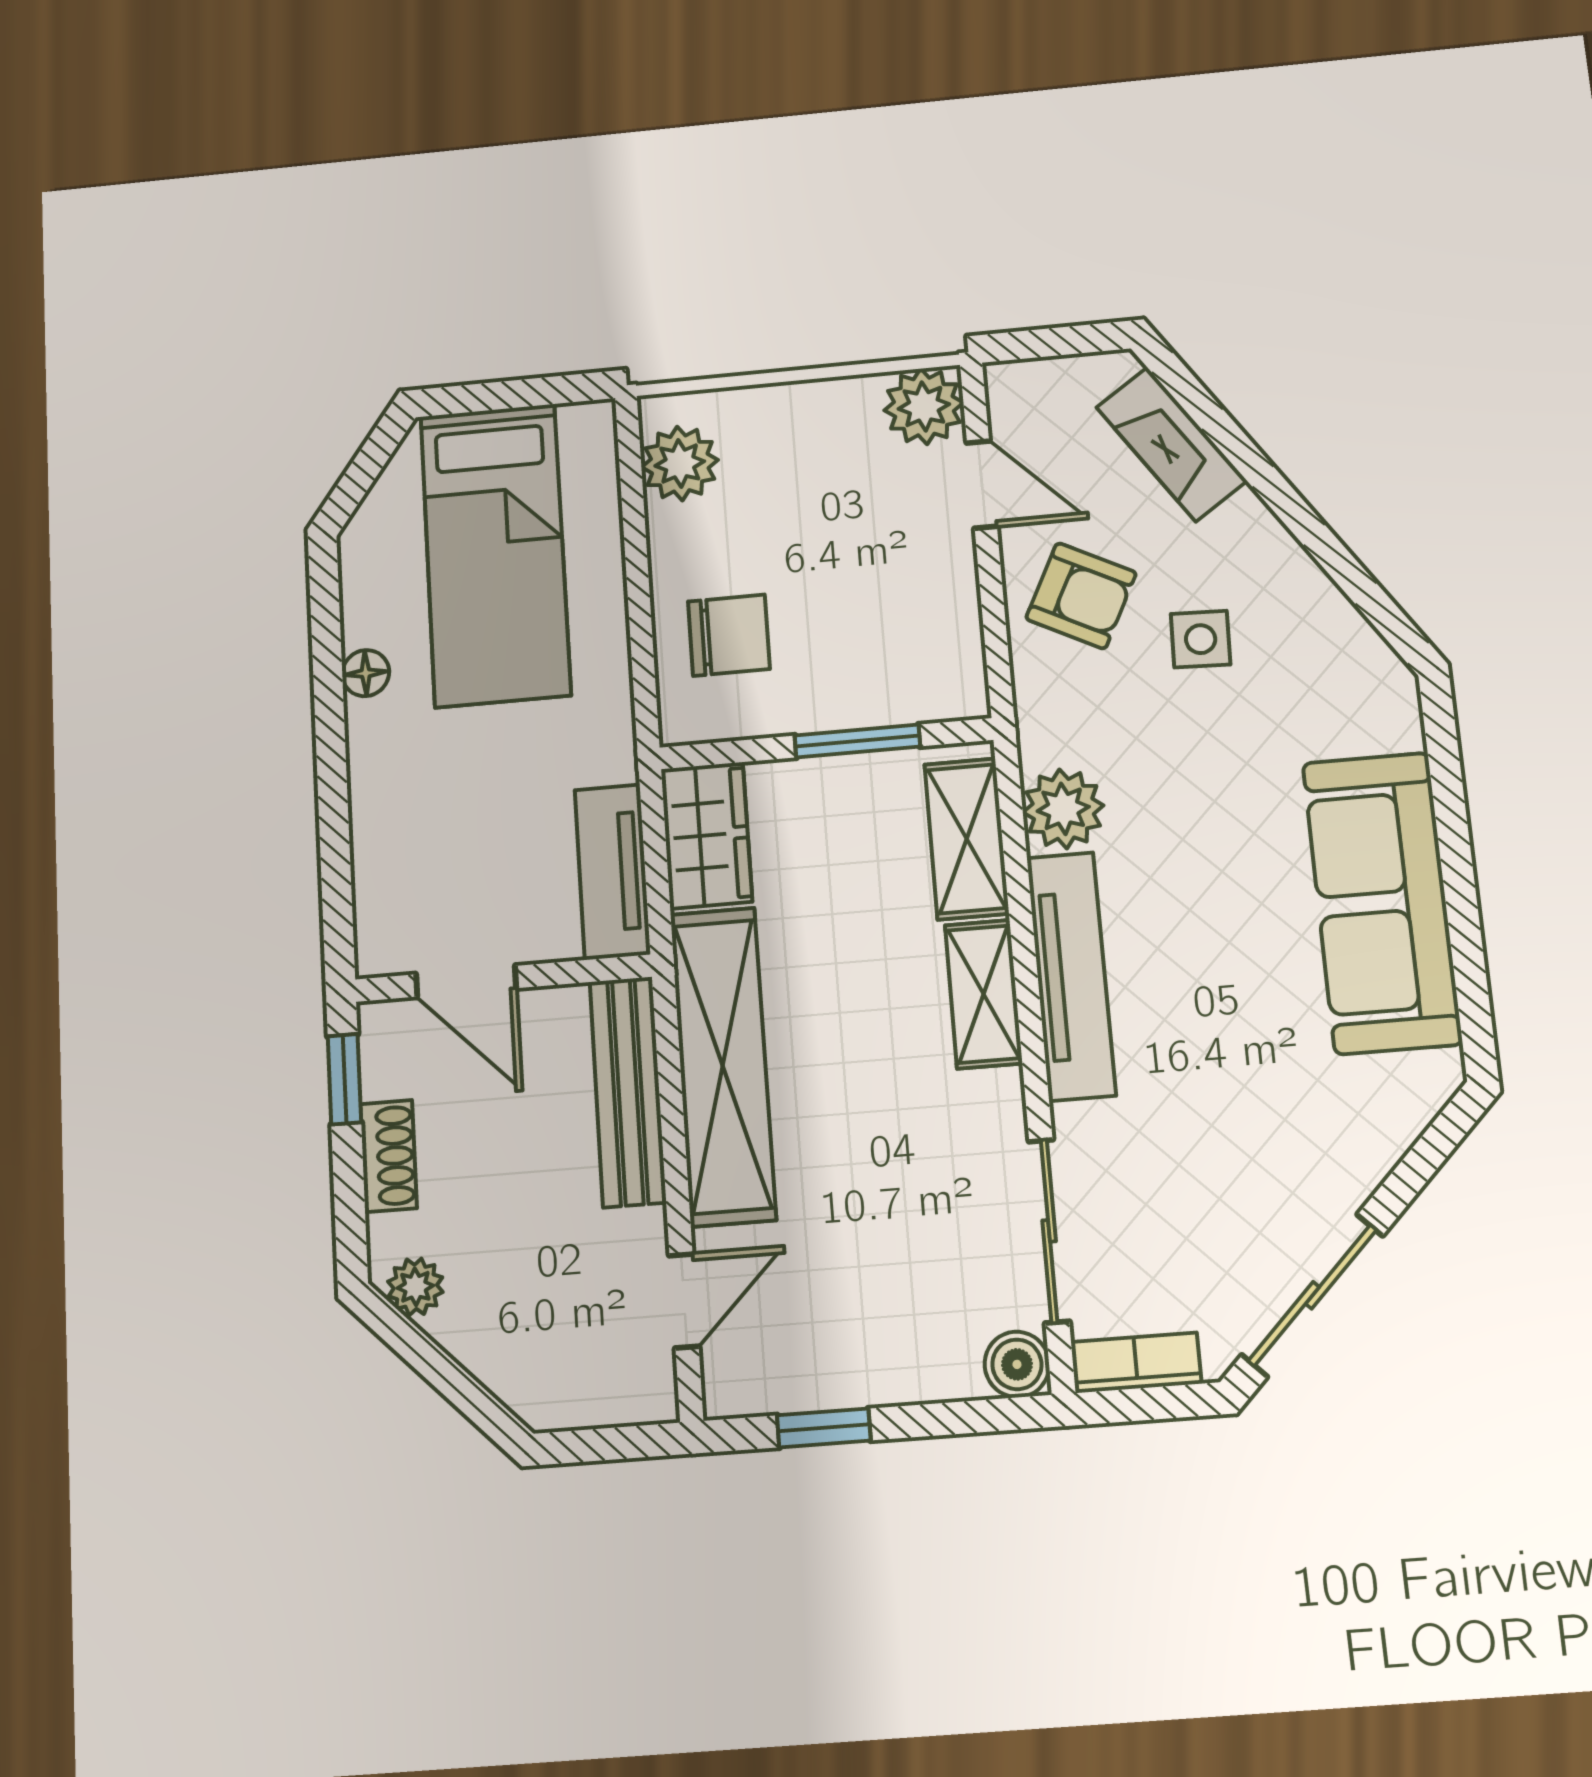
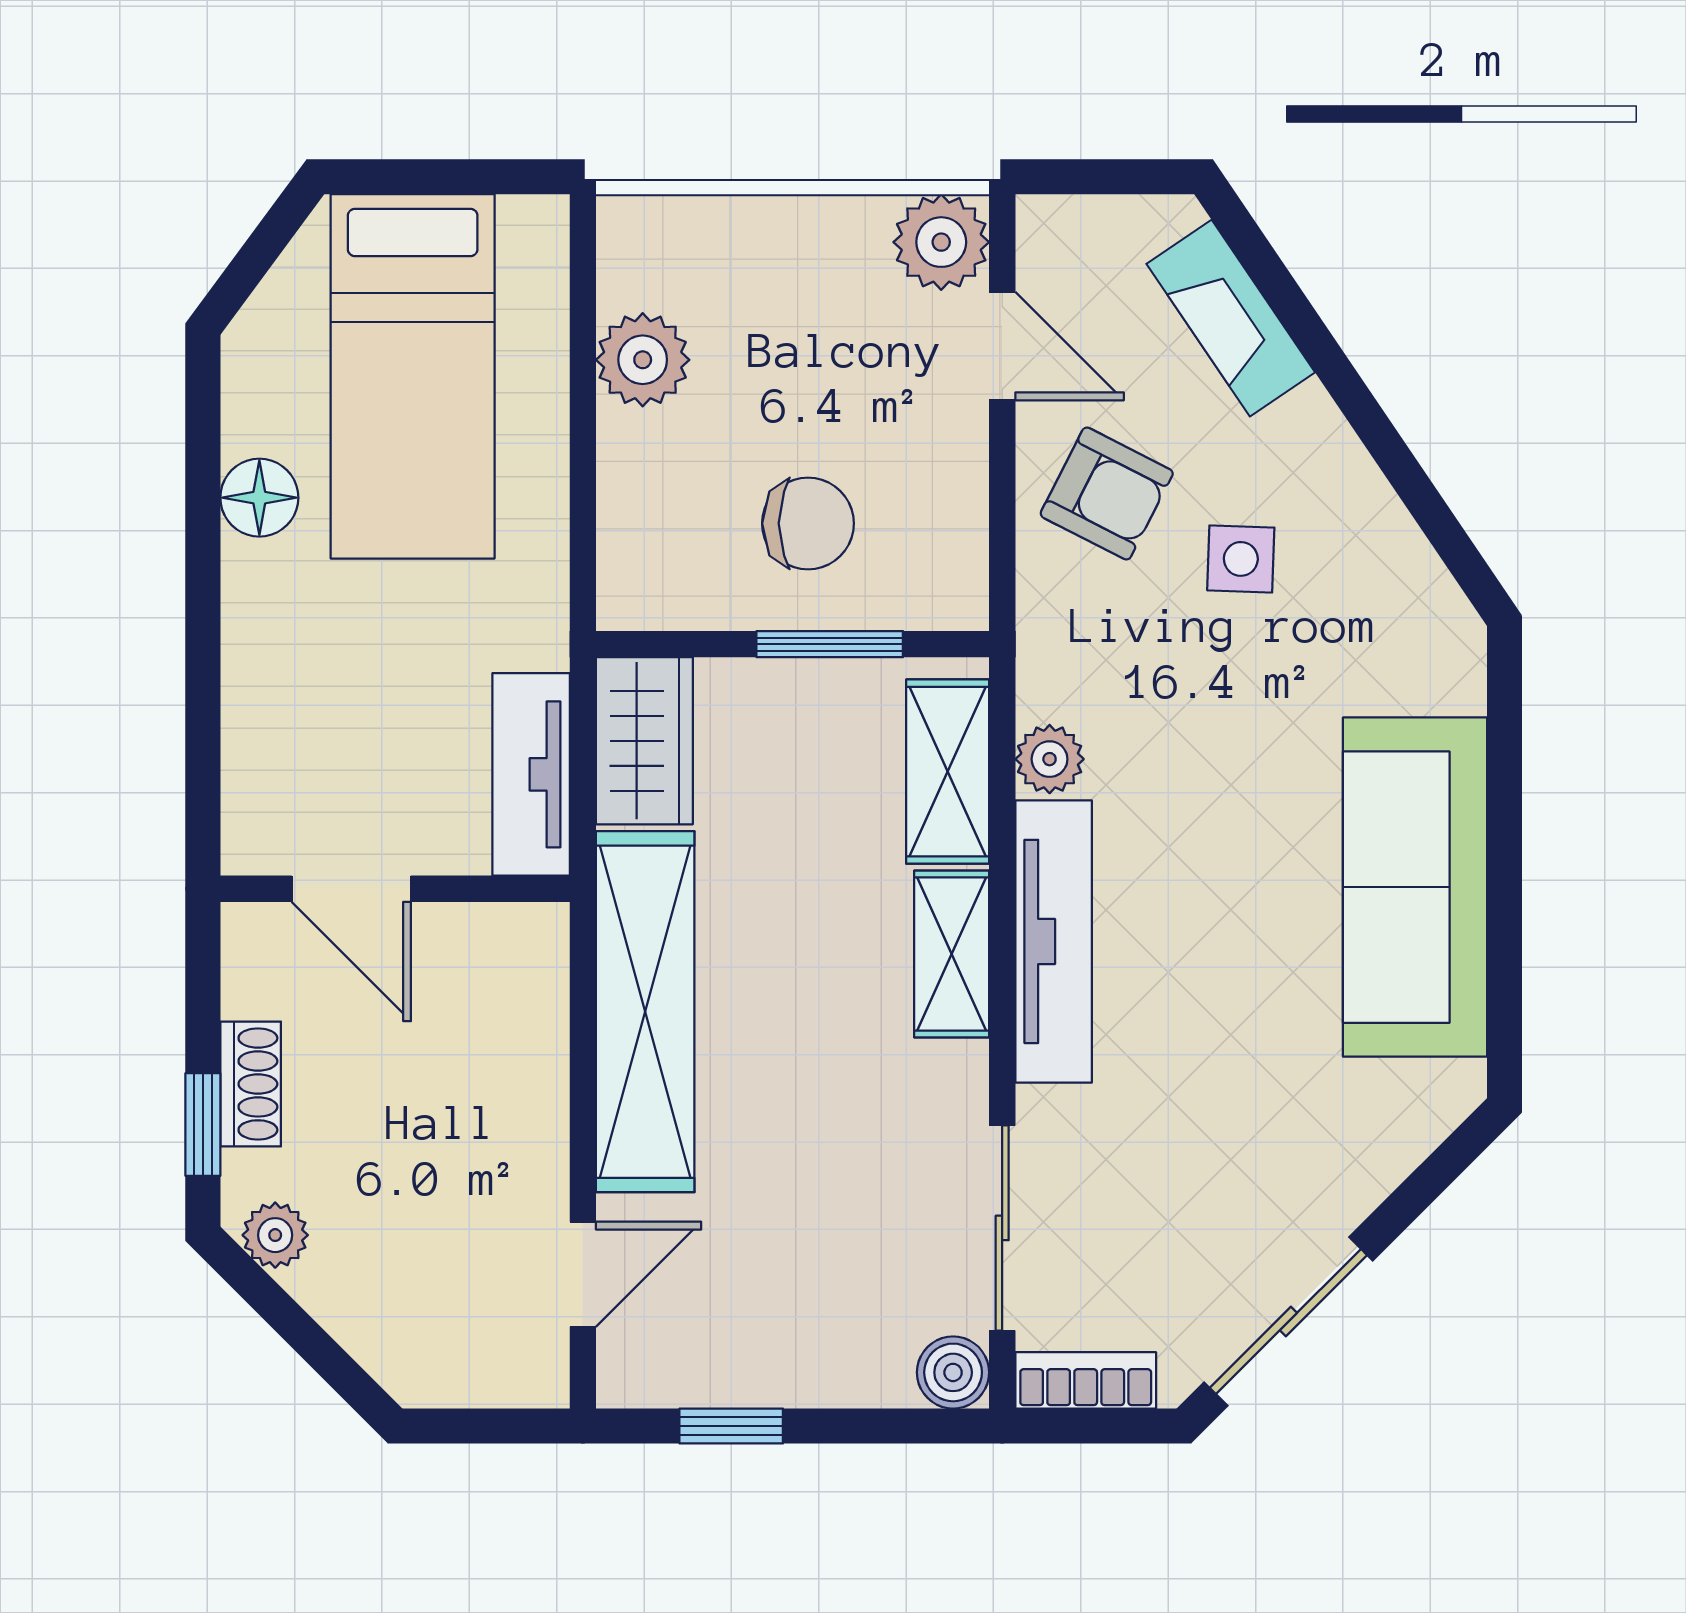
plant: (680, 463) -> (643, 360), moved
chair: (729, 635) -> (808, 523), moved
floor lamp: (366, 673) -> (259, 498), width x1.37, depth x1.37
plant: (1063, 809) -> (1050, 759), width x0.73, depth x0.73
window: (344, 1079) -> (203, 1125), moved
bench: (628, 1091) -> (533, 1032), removed

